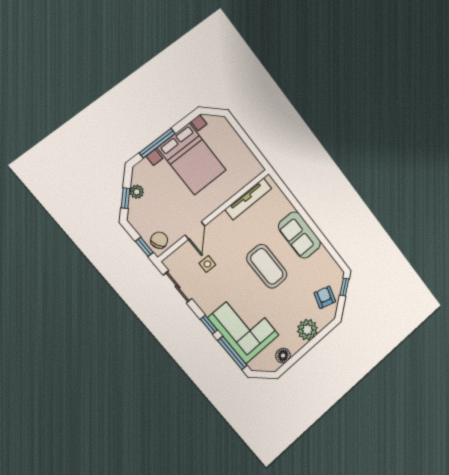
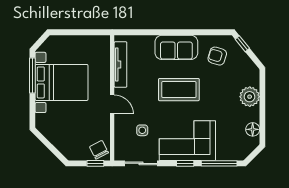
window: (157, 143) -> (32, 76), moved
plant: (137, 192) -> (54, 138), removed
window: (126, 198) -> (53, 149), removed
door: (195, 231) -> (112, 104), moved
armchair: (325, 297) -> (217, 56), moved
corner sofa: (244, 327) -> (187, 141), moved

